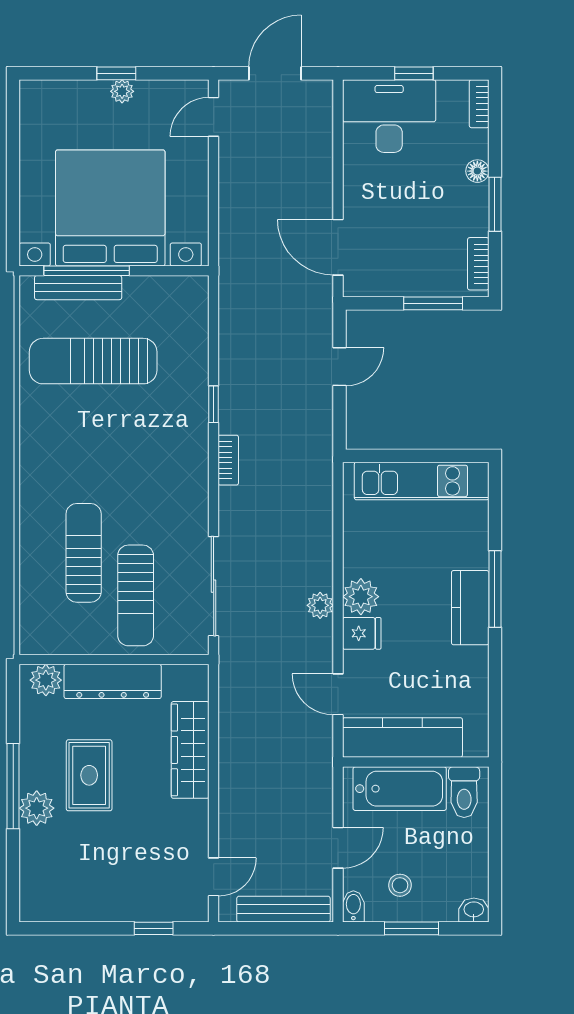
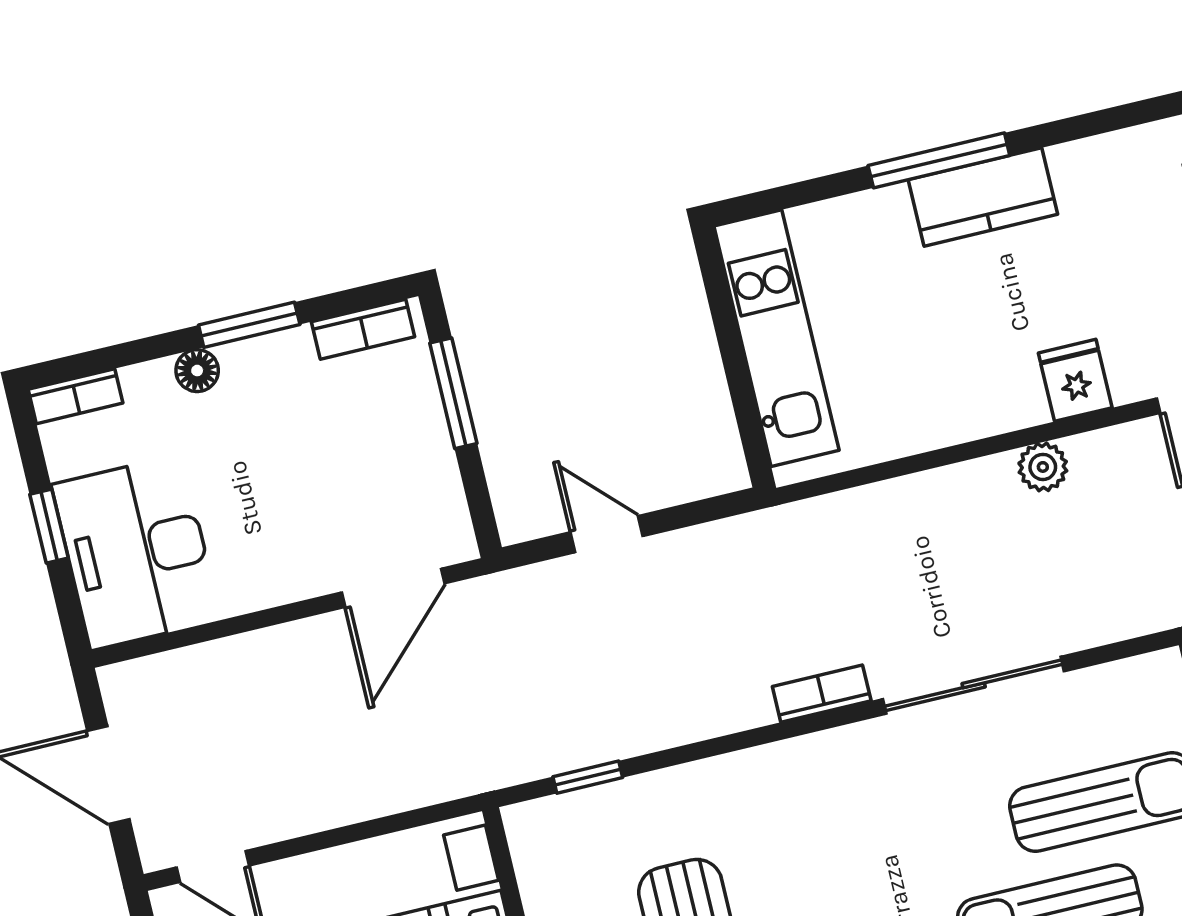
window: (214, 404) -> (588, 777), moved
sliding door: (214, 586) -> (974, 685), moved
plant: (361, 597) -> (1010, 398), removed

